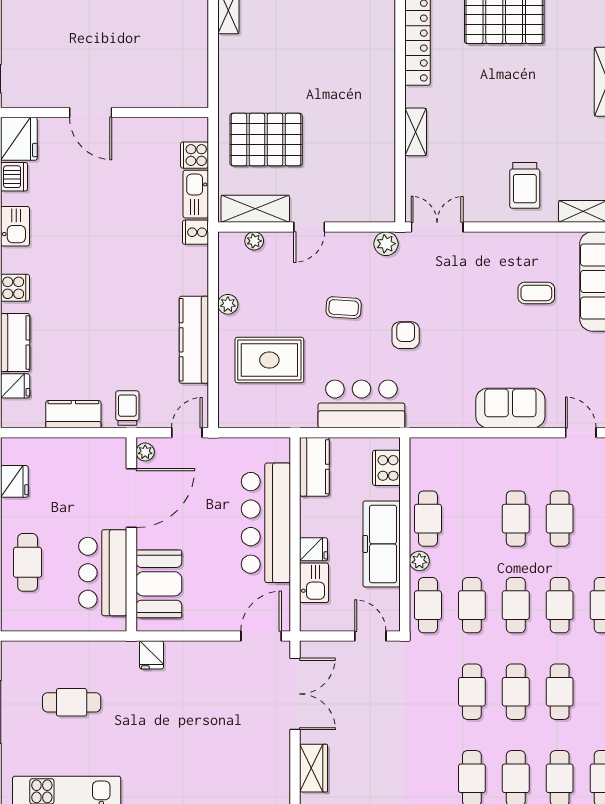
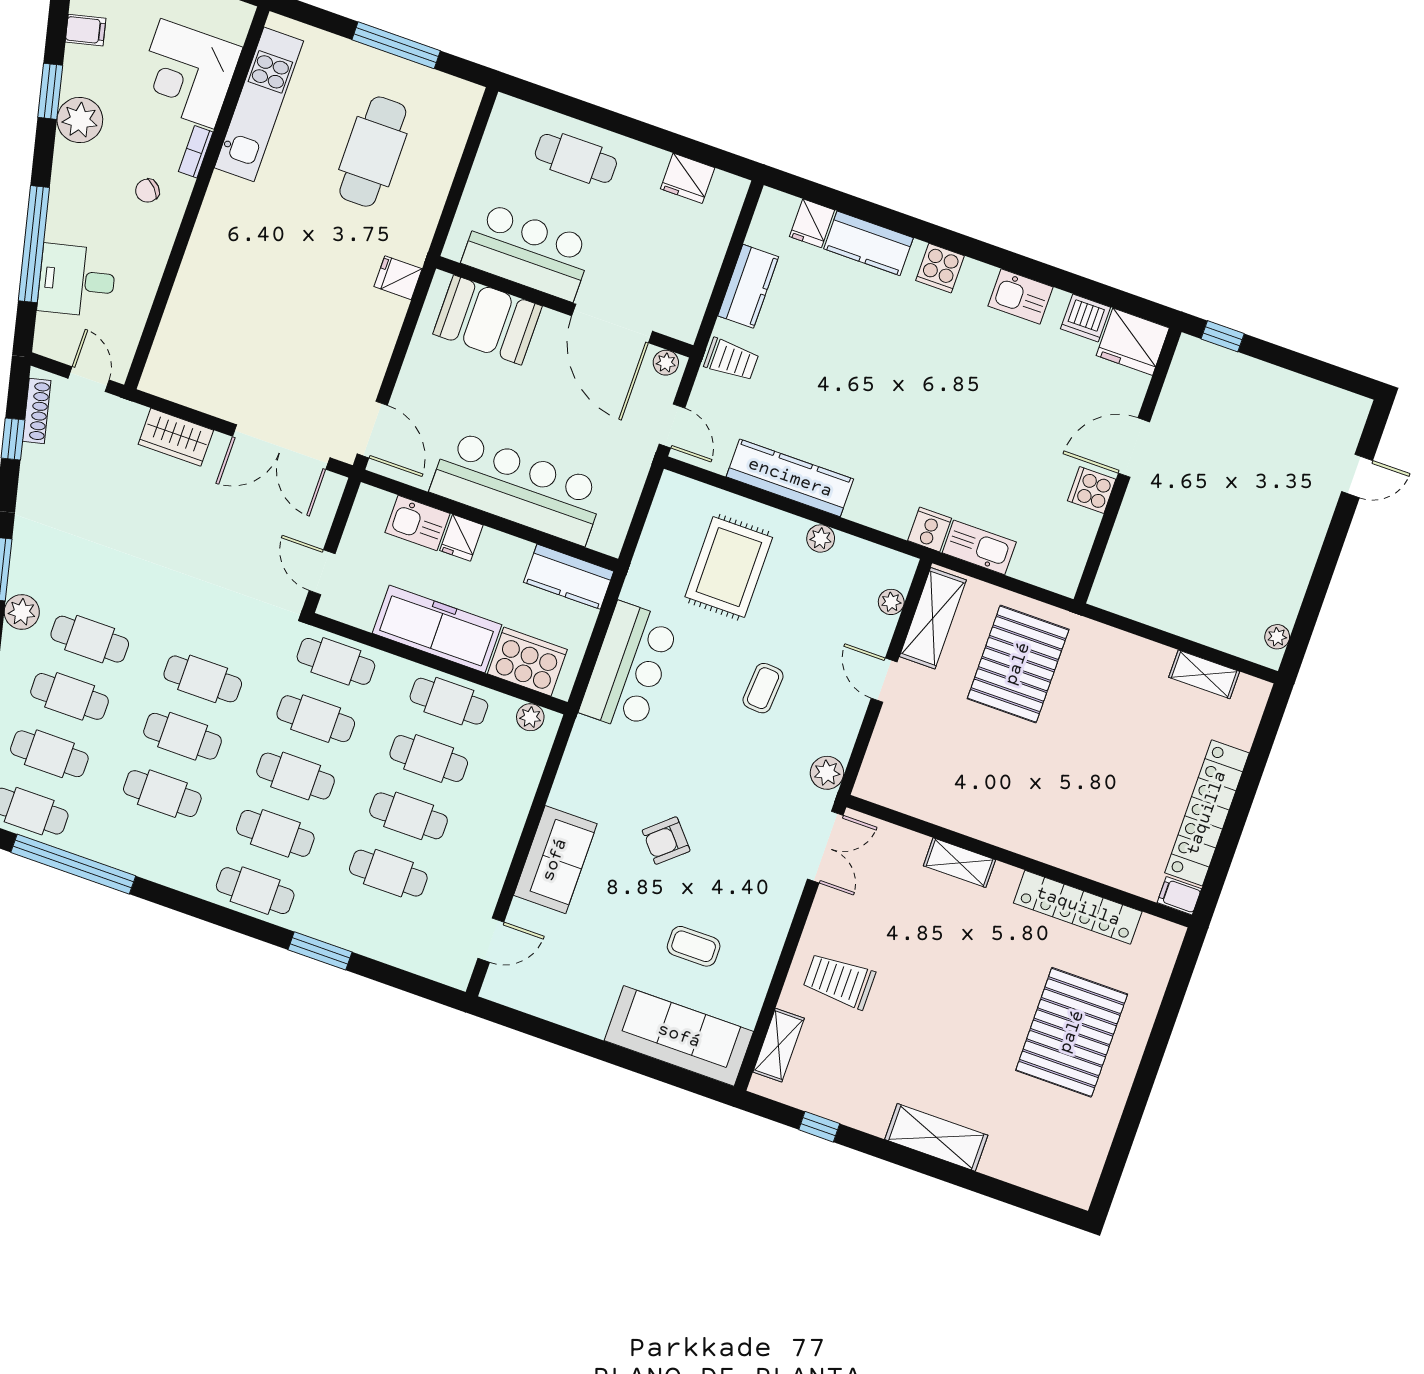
cooker: (195, 155) -> (1092, 490), moved, turned -90
coffee table: (536, 293) -> (694, 946), turned 90
armchair: (406, 335) -> (666, 841), moved, turned 139
cooker: (386, 468) -> (527, 662), width x1.37, depth x1.31
cafe table: (472, 519) -> (429, 759), added
plant: (419, 561) -> (530, 717), moved
door: (370, 636) -> (322, 572), swing flipped
cafe table: (72, 702) -> (373, 152), width x1.37, depth x1.35

